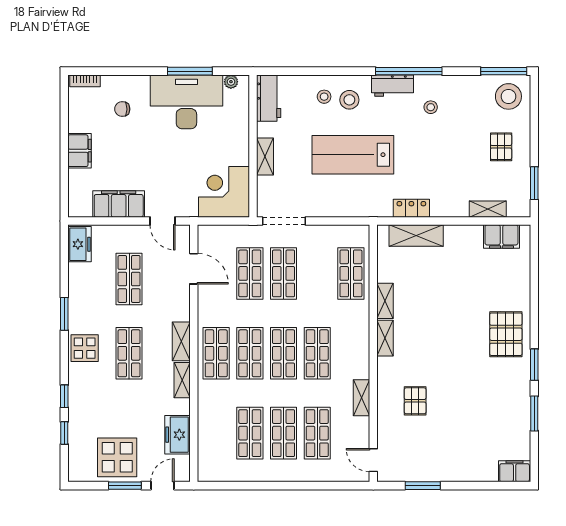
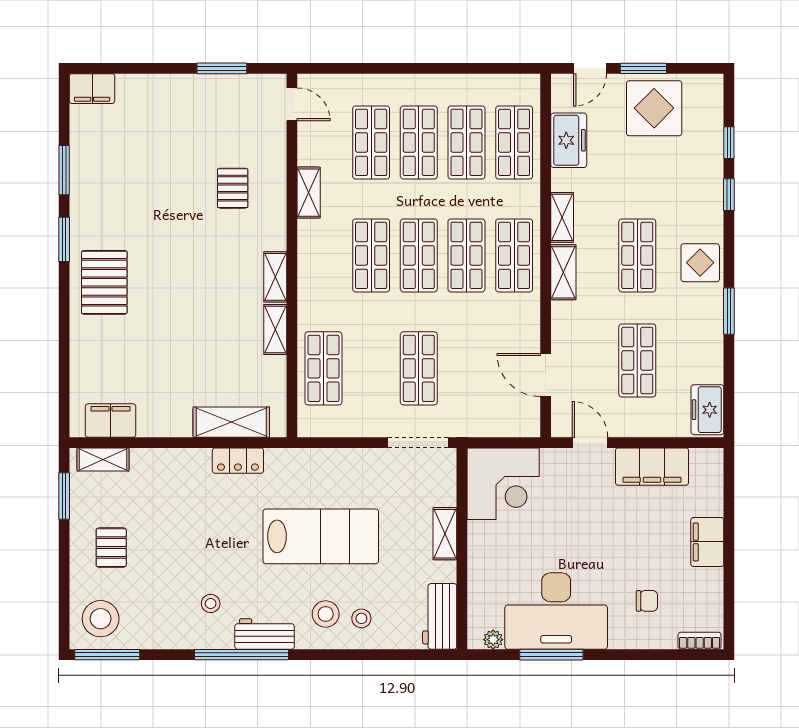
shelving: (488, 209) -> (103, 459), moved
shop shelf: (250, 273) -> (514, 142), moved

